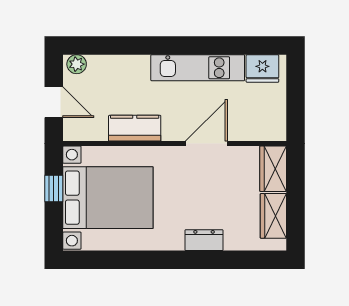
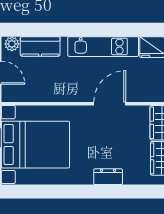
kitchen counter: (135, 128) -> (40, 46), moved, turned 180

